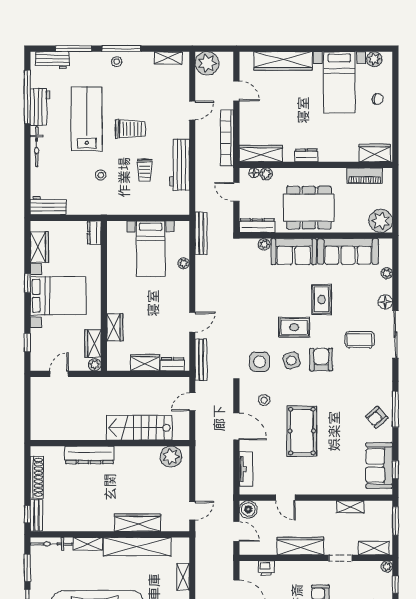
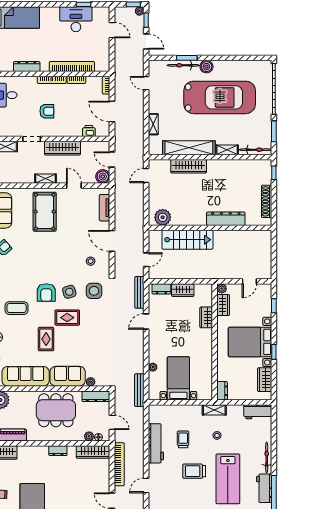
shelving: (104, 208) -> (214, 410), added
pool table: (302, 431) -> (45, 212), moved
shelving: (350, 507) -> (46, 179), moved
bench: (36, 515) -> (267, 172), removed

